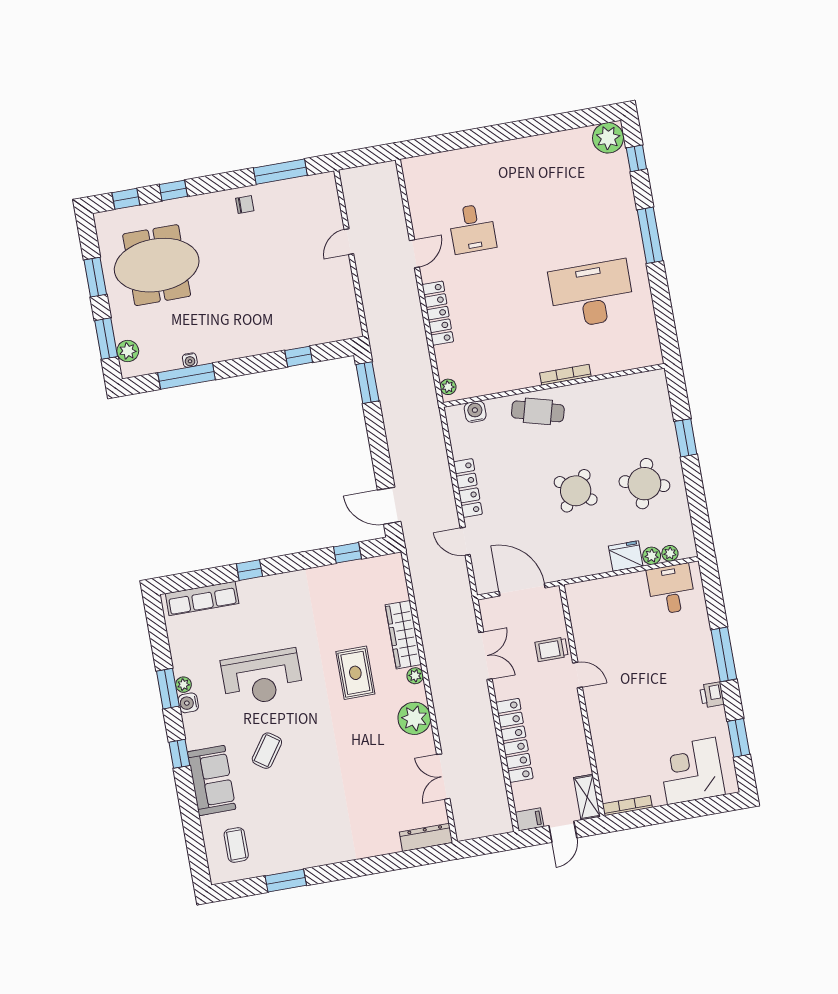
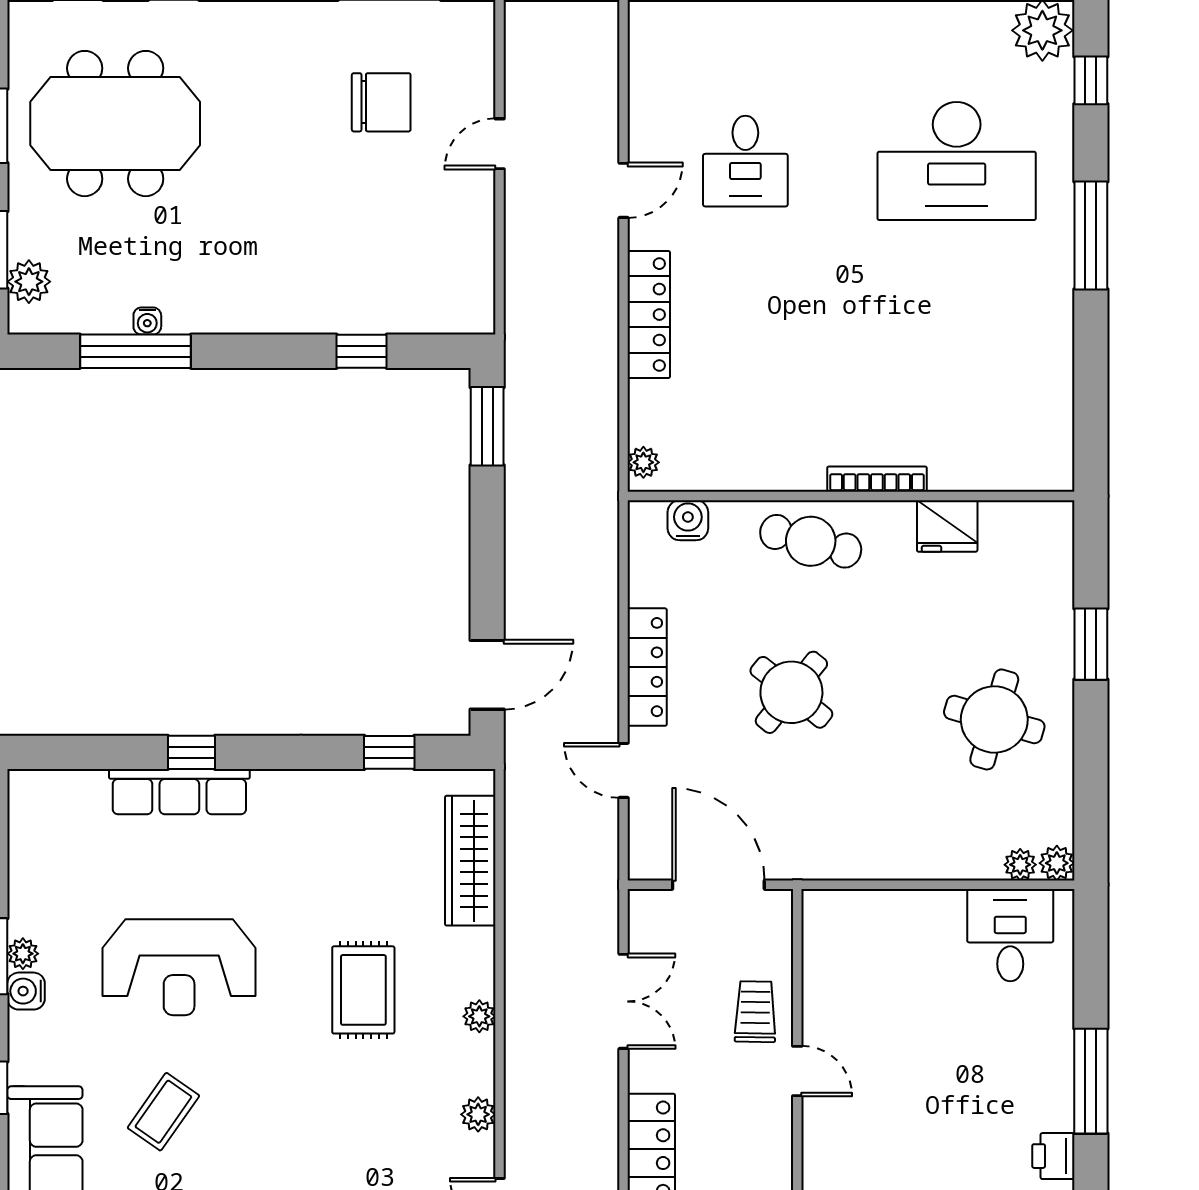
chair: (245, 205) -> (381, 102), moved, width x1.87, depth x1.87
desk: (592, 294) -> (957, 161), moved, turned 180
round table: (576, 491) -> (791, 692), moved
door: (389, 506) -> (487, 675), swing flipped
fridge: (626, 556) -> (947, 526), moved, turned 180
plant: (652, 556) -> (1057, 863), moved
row of seats: (202, 598) -> (179, 792), moved
wardrobe: (403, 635) -> (470, 861), moved
trolley: (552, 649) -> (755, 1012), turned 91
plant: (414, 718) -> (478, 1114), width x0.53, depth x0.53

